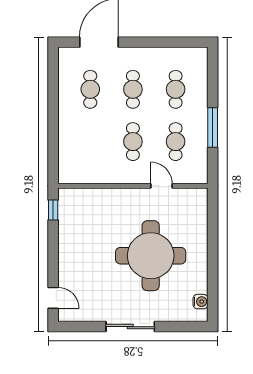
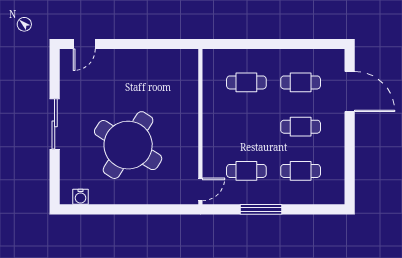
cafe table: (133, 142) -> (246, 82), moved
door: (161, 186) -> (200, 189), moved
window: (53, 210) -> (175, 44), removed
round table: (151, 256) -> (128, 145), turned 32

